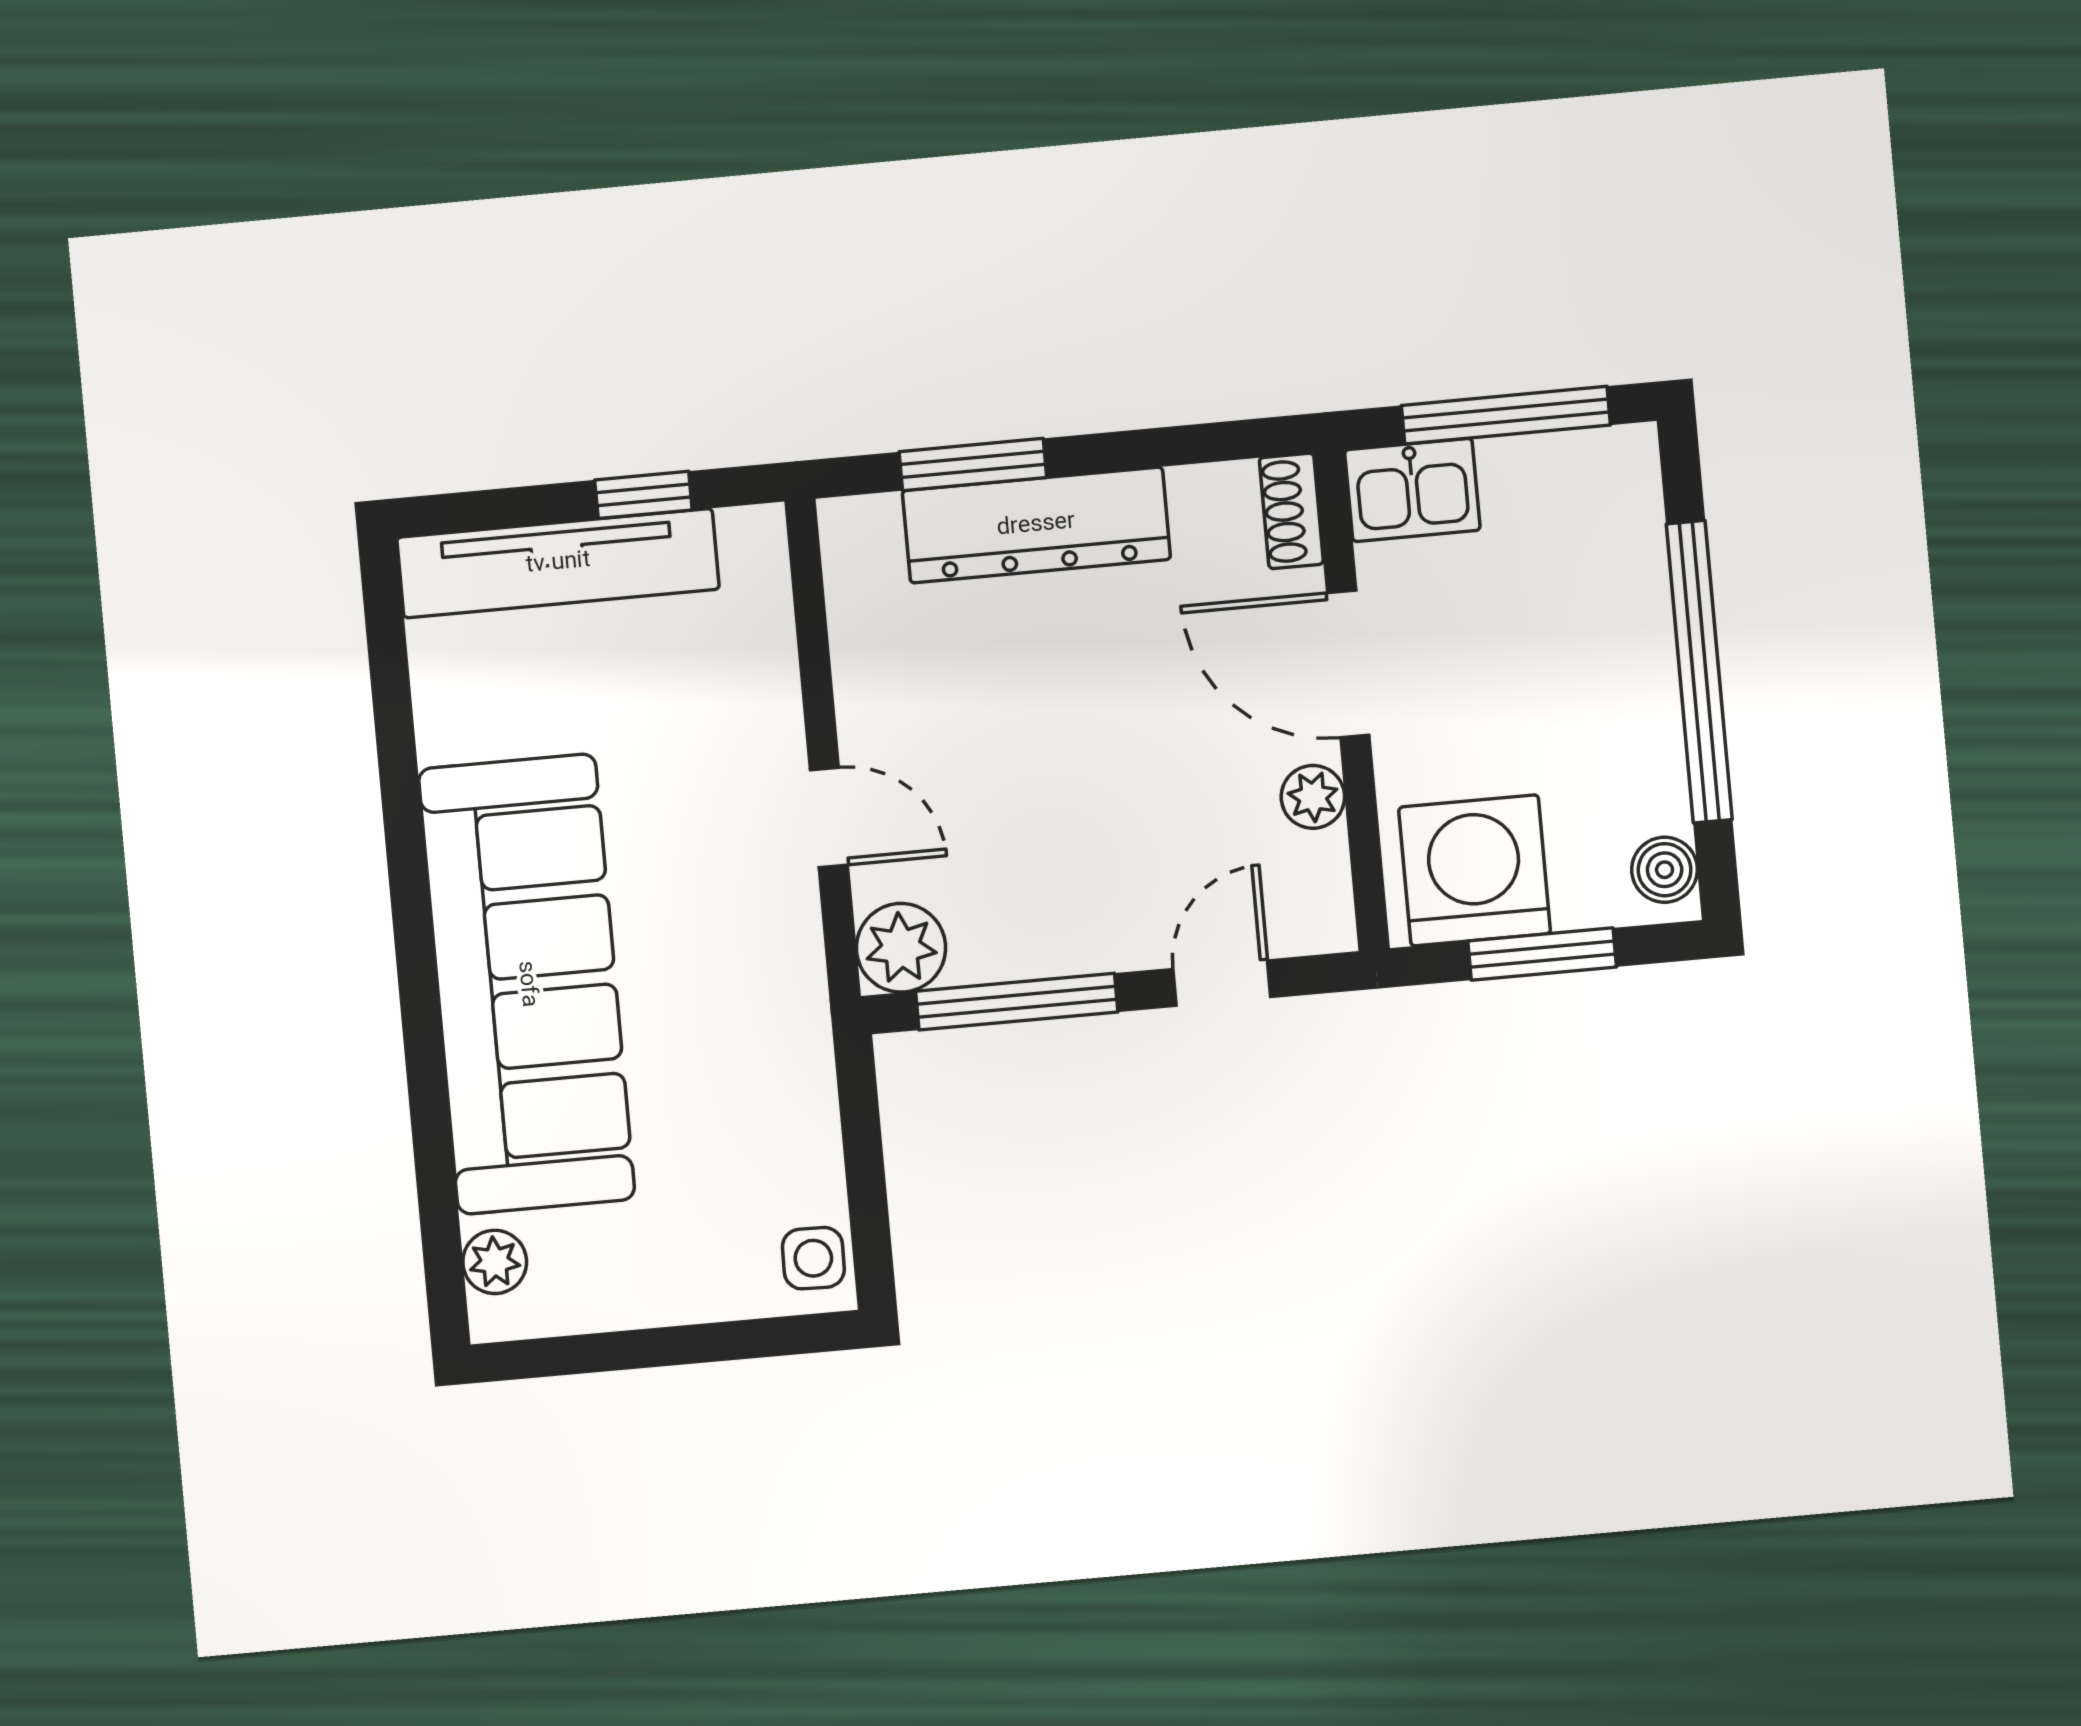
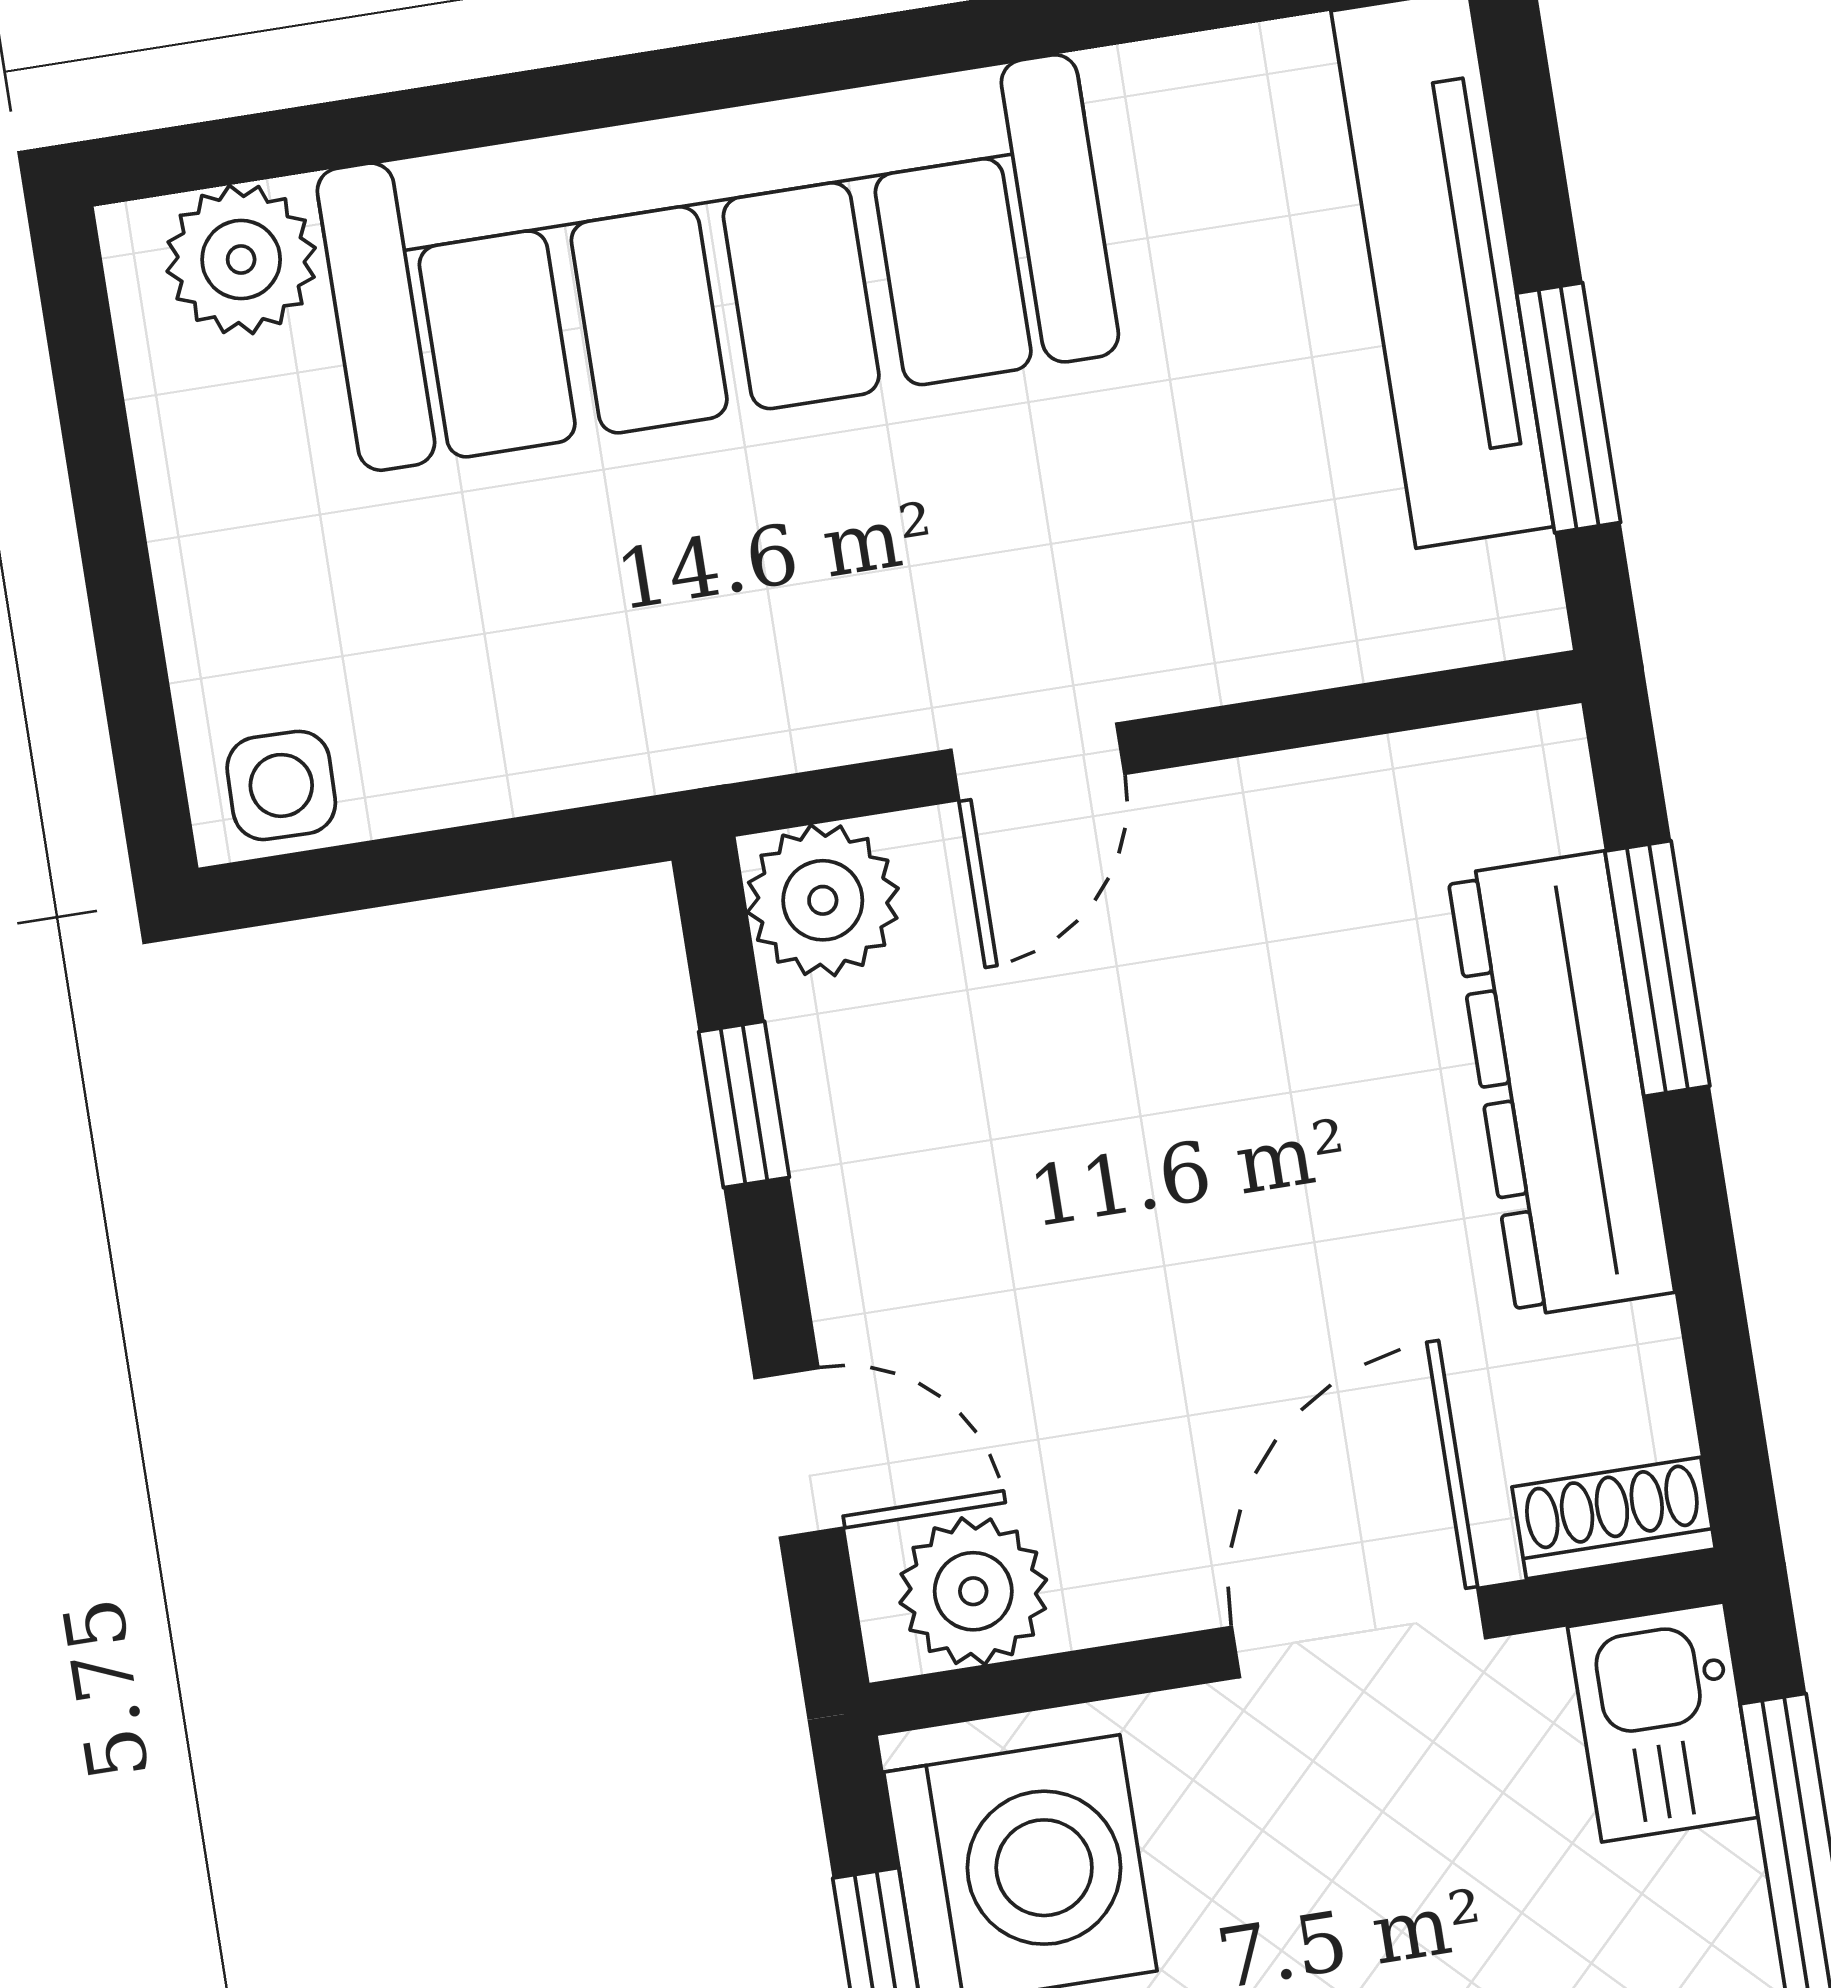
window: (643, 495) -> (1569, 408), width x1.50
plant: (1313, 797) -> (973, 1591), moved, width x1.38, depth x1.38
window: (1017, 1002) -> (744, 1104), width x0.46
plant: (495, 1262) -> (241, 260), width x1.38, depth x1.38

